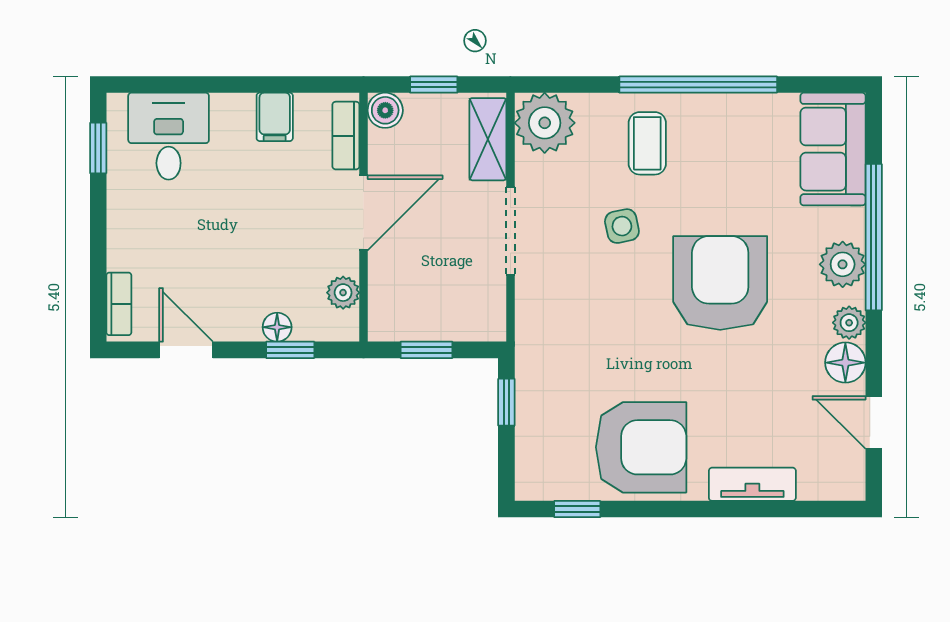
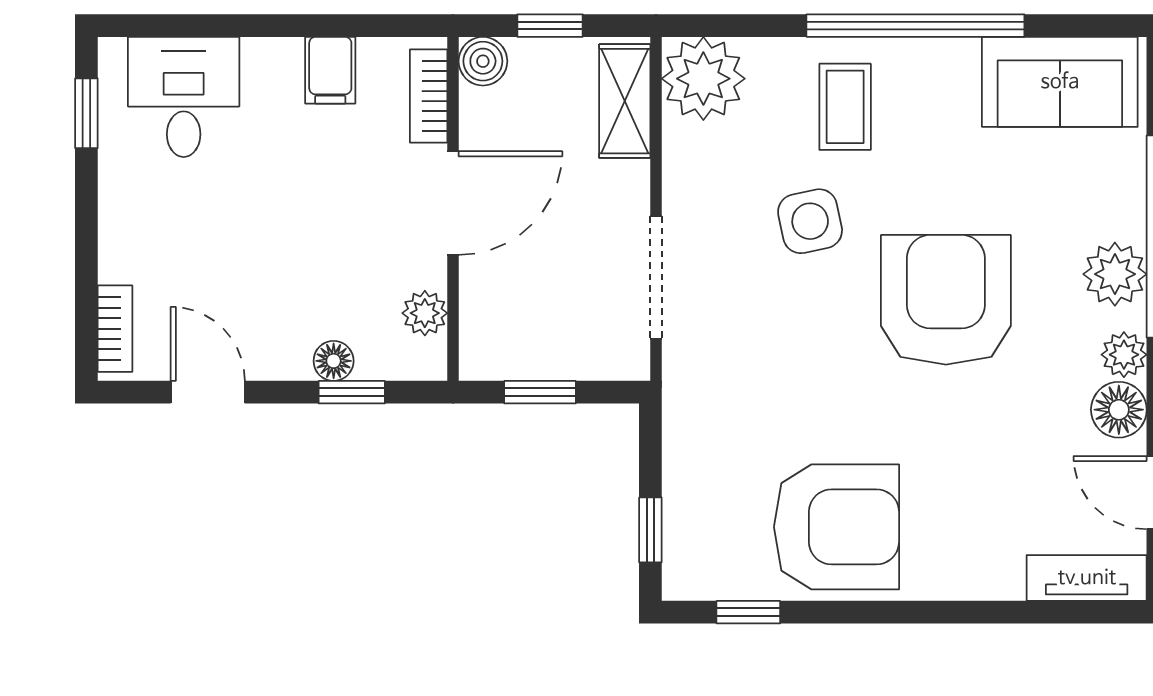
sofa: (833, 149) -> (1060, 82), moved, turned -90
side table: (622, 226) -> (810, 221), width x1.37, depth x1.37
doorway: (510, 231) -> (656, 277), moved
window: (506, 402) -> (650, 530), moved
tv unit: (752, 484) -> (1087, 578), moved

